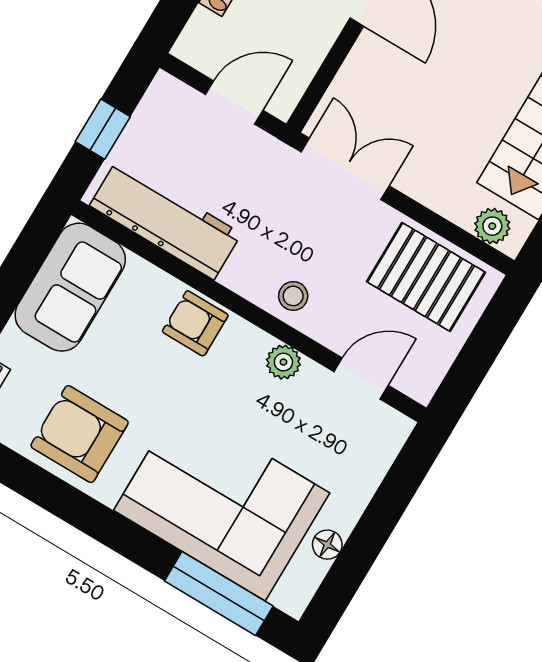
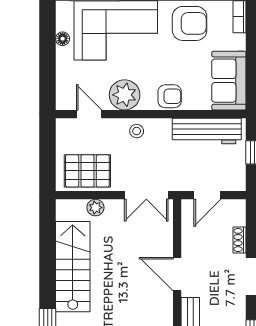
plant: (492, 226) -> (95, 208), moved
plant: (283, 362) -> (125, 95), width x1.88, depth x1.88
door: (361, 378) -> (89, 114), swing flipped

